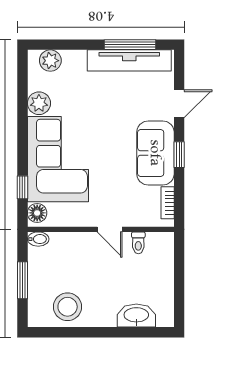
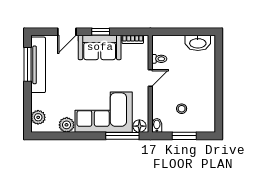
door: (179, 104) -> (67, 32), swing flipped
window: (22, 187) -> (122, 136), width x2.17
stool: (68, 307) -> (182, 109), moved, width x0.53, depth x0.53
washbasin: (136, 316) -> (198, 43), moved, turned -90

